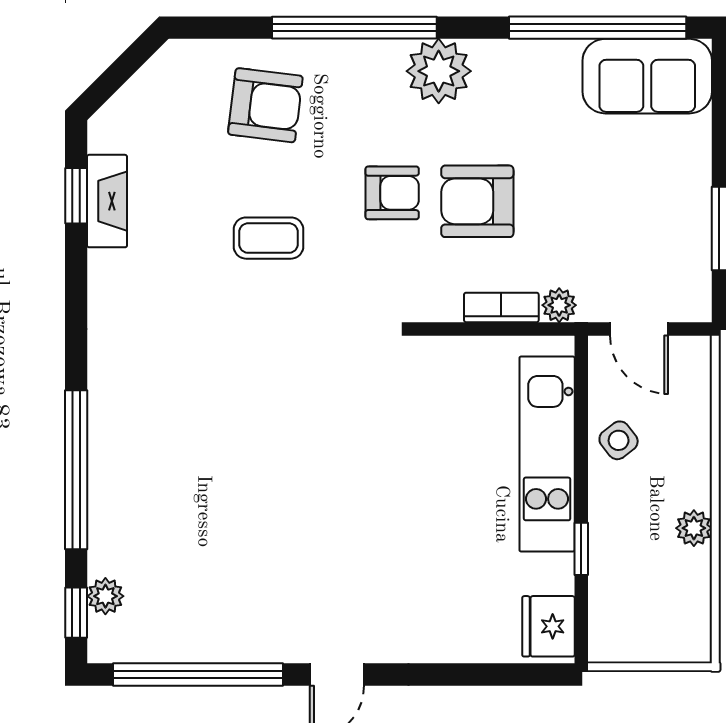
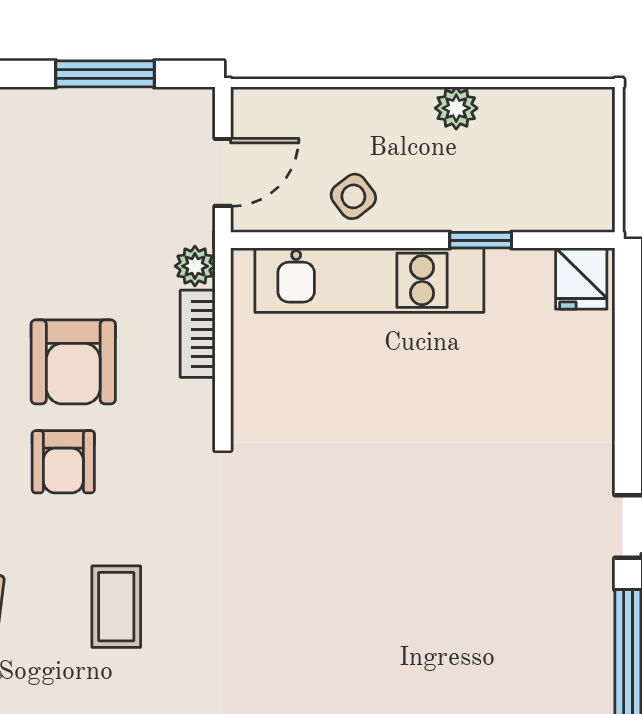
armchair: (392, 193) -> (63, 462), turned 180
fridge: (548, 626) -> (581, 279), width x0.72

